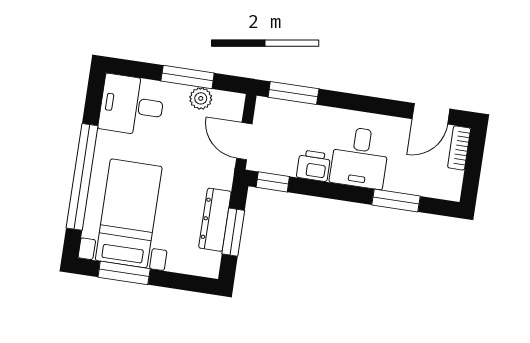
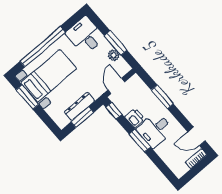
window: (293, 93) -> (162, 97), moved
window: (396, 200) -> (140, 141), moved

